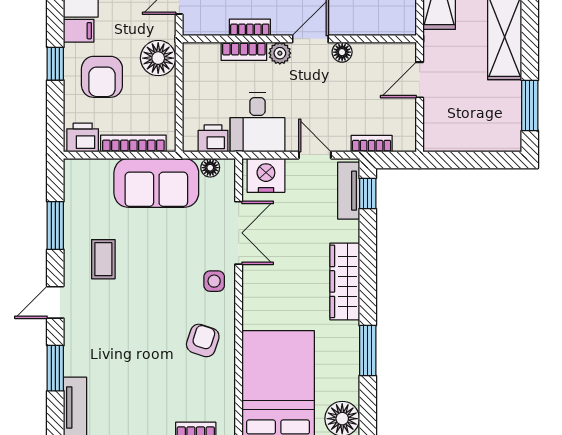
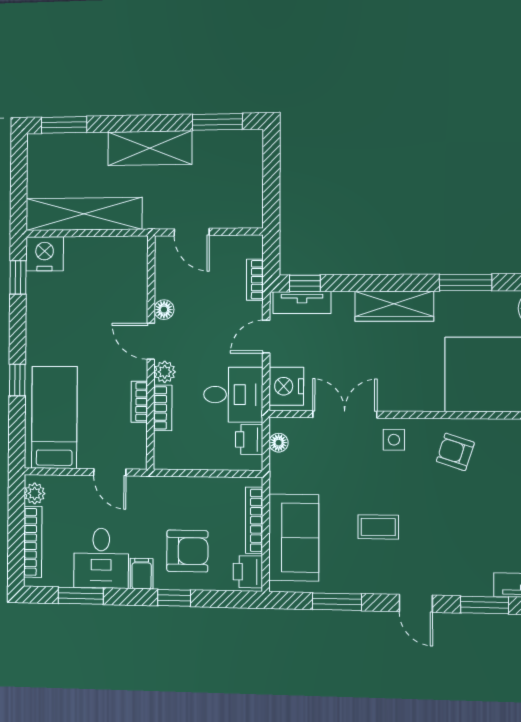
floor lamp: (158, 58) -> (169, 494), removed
sofa: (156, 183) -> (294, 538), moved
coffee table: (103, 259) -> (378, 527), moved

